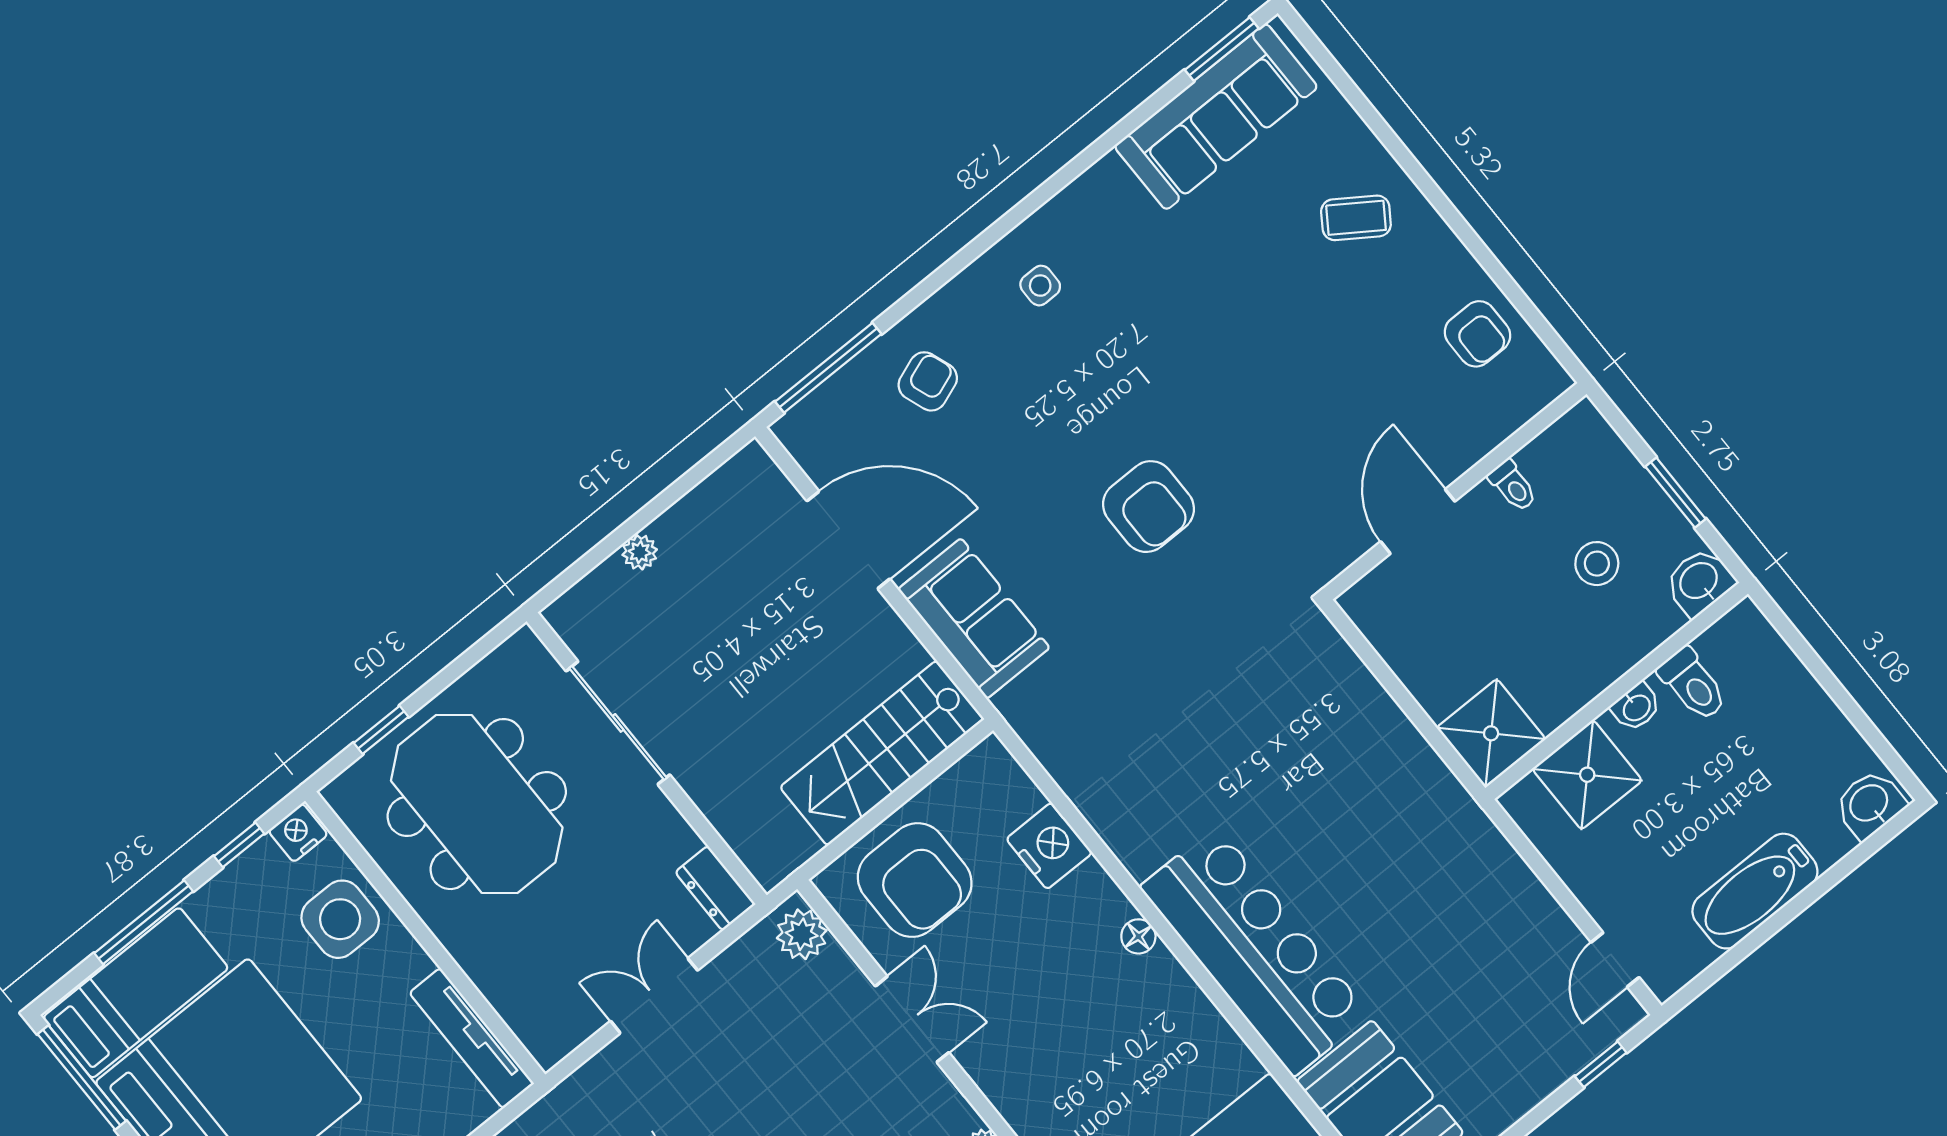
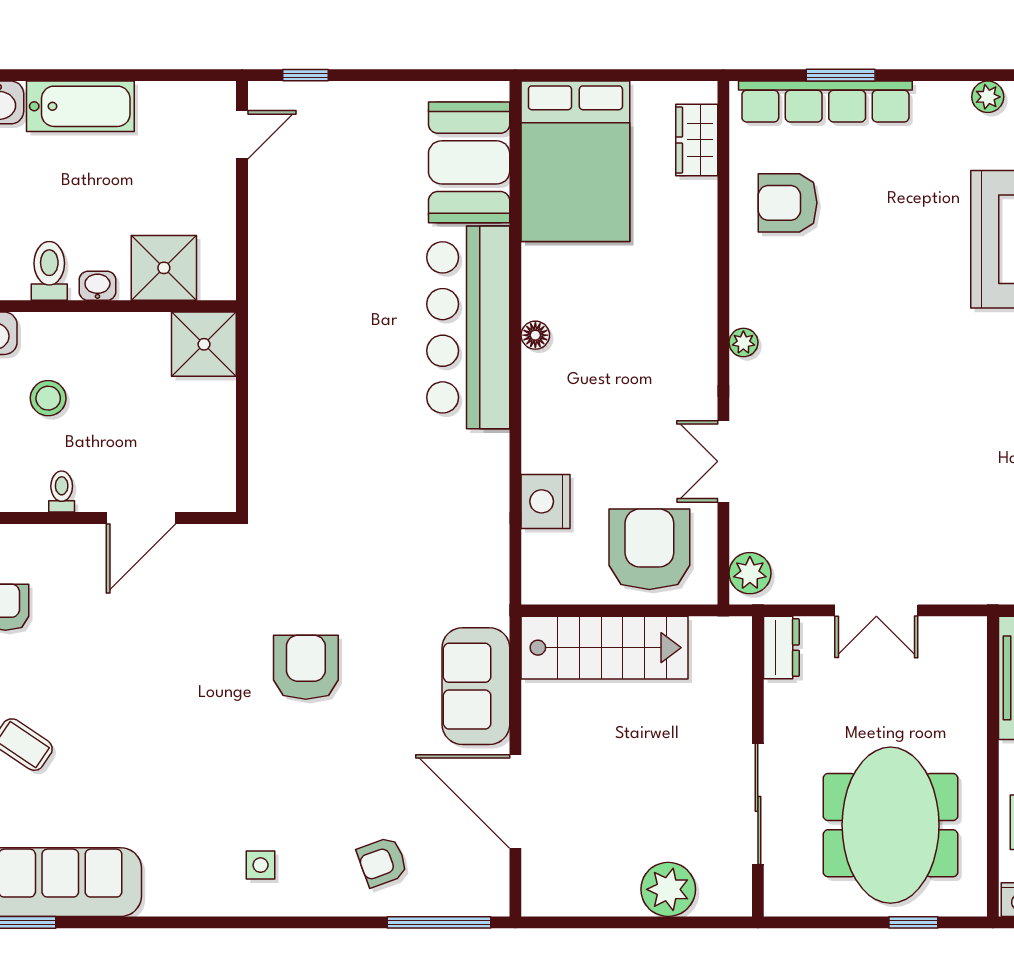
plant: (640, 552) -> (668, 889), width x1.87, depth x1.87
bathtub: (1755, 891) -> (80, 106), moved
floor lamp: (1138, 936) -> (535, 335), moved

